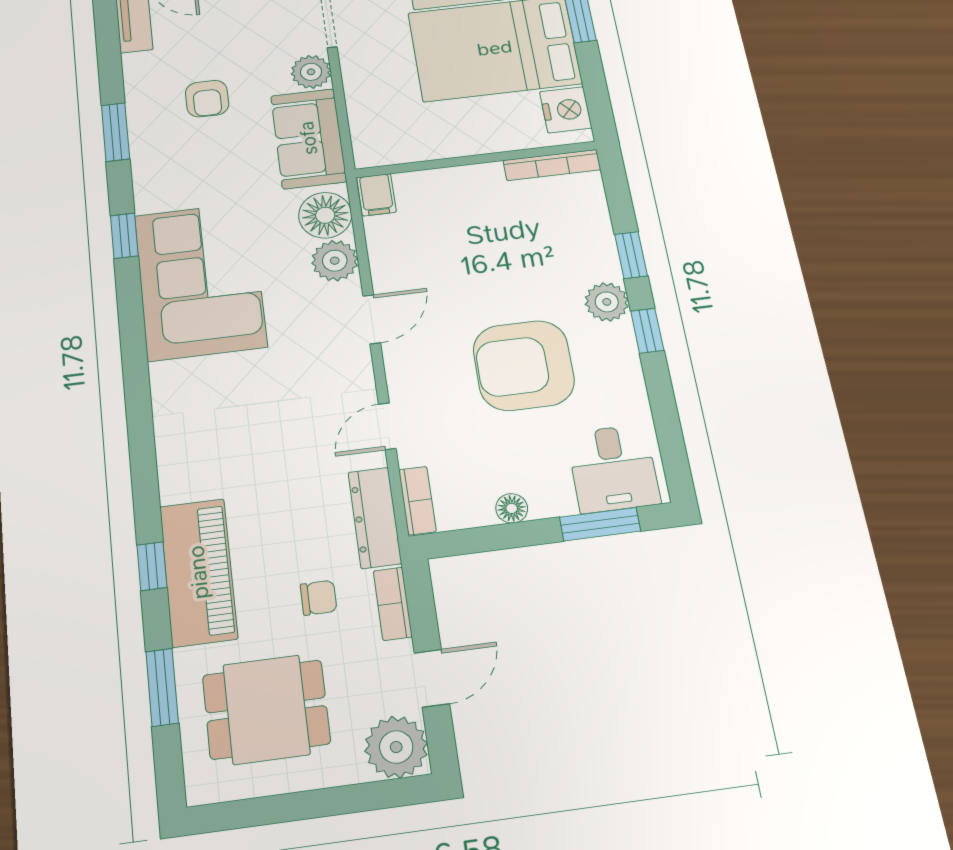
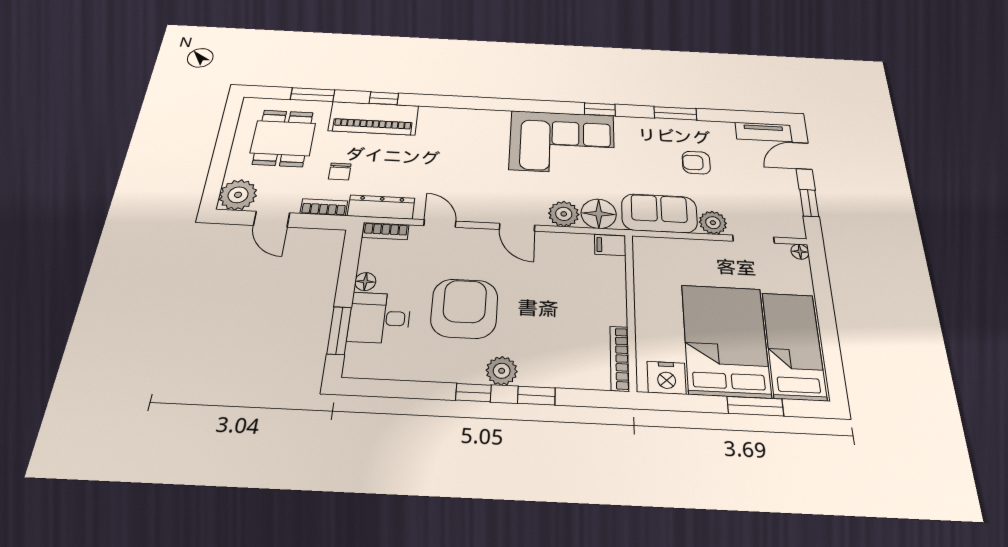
desk: (613, 468) -> (379, 318), moved

